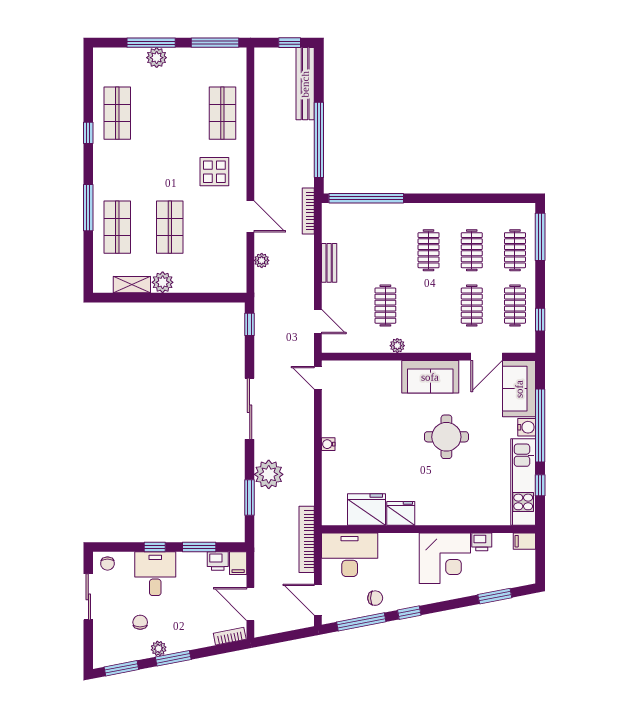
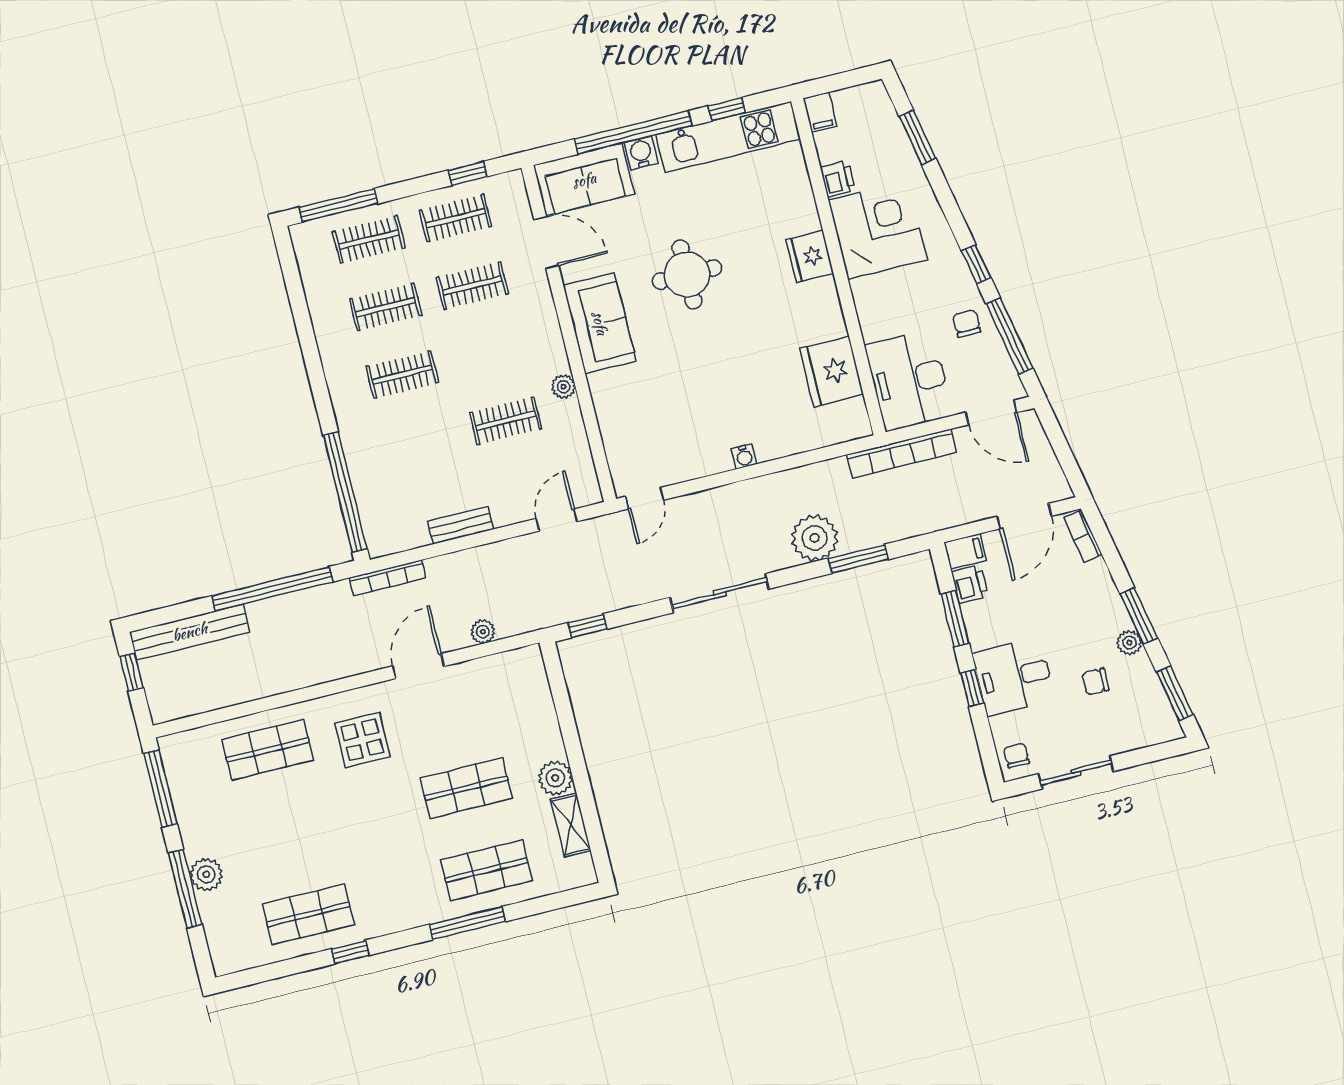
fridge: (401, 513) -> (810, 257), moved
chair: (107, 564) -> (1016, 755), turned -90
door: (318, 600) -> (991, 412), hinge flipped

